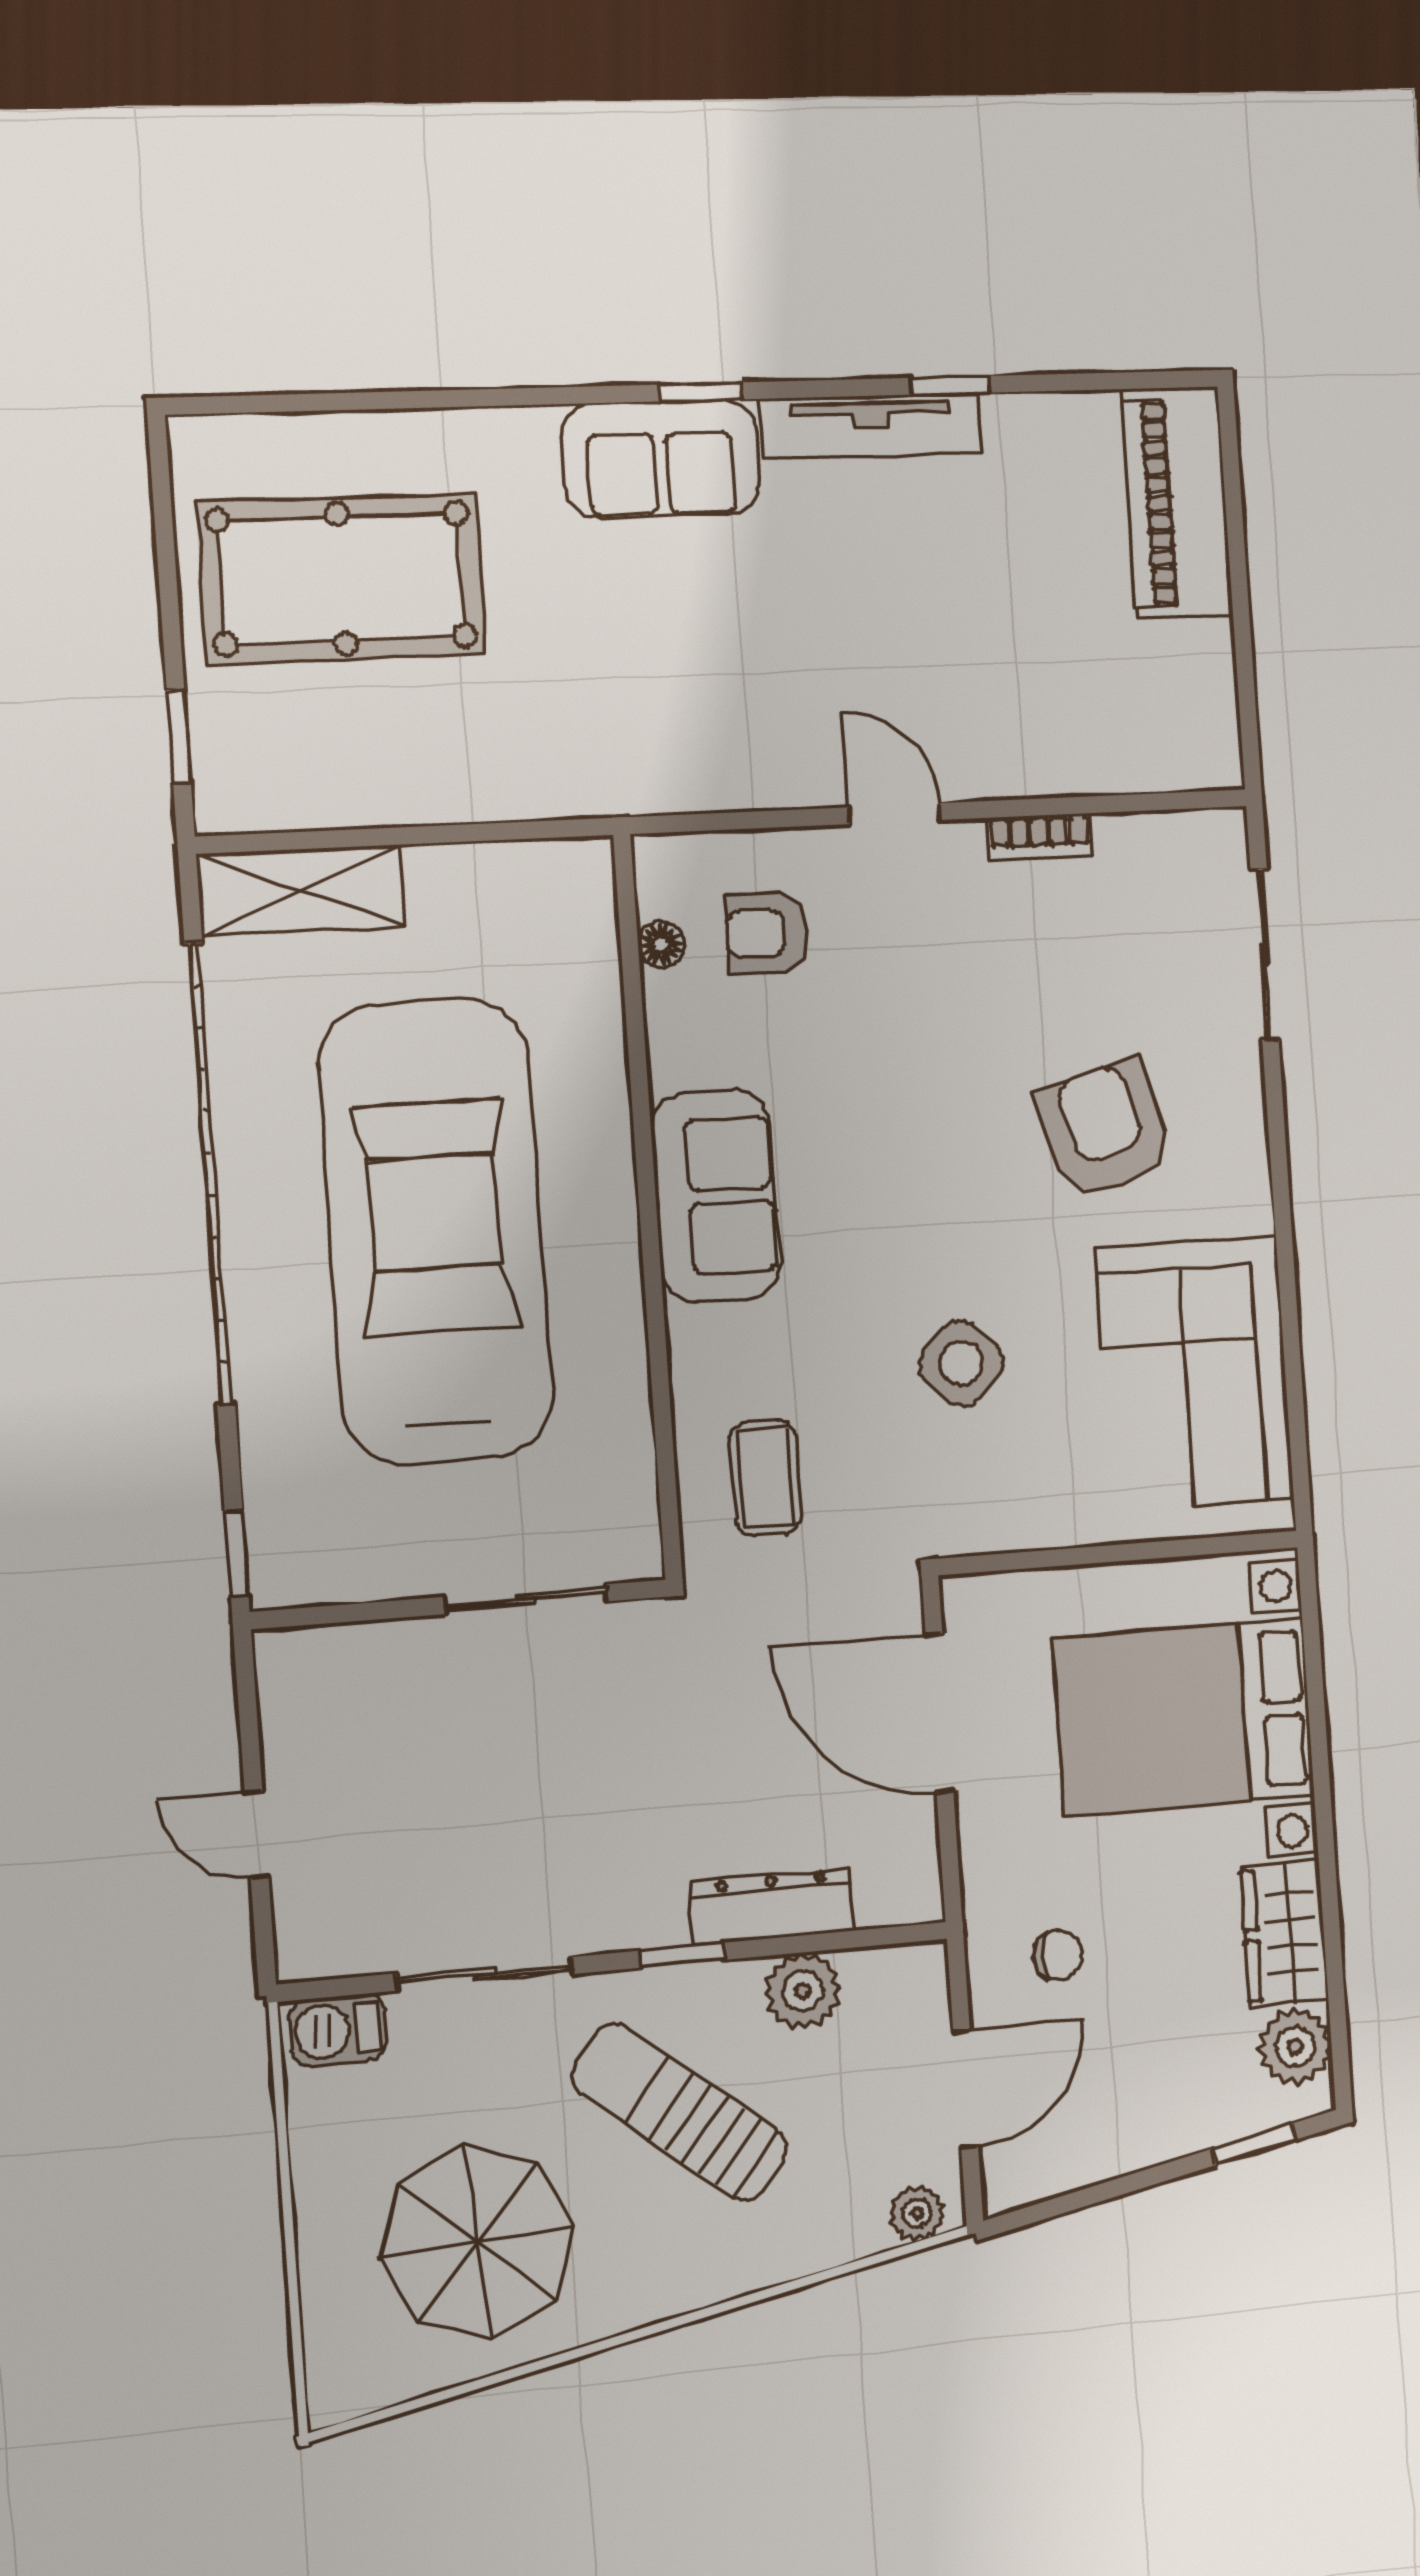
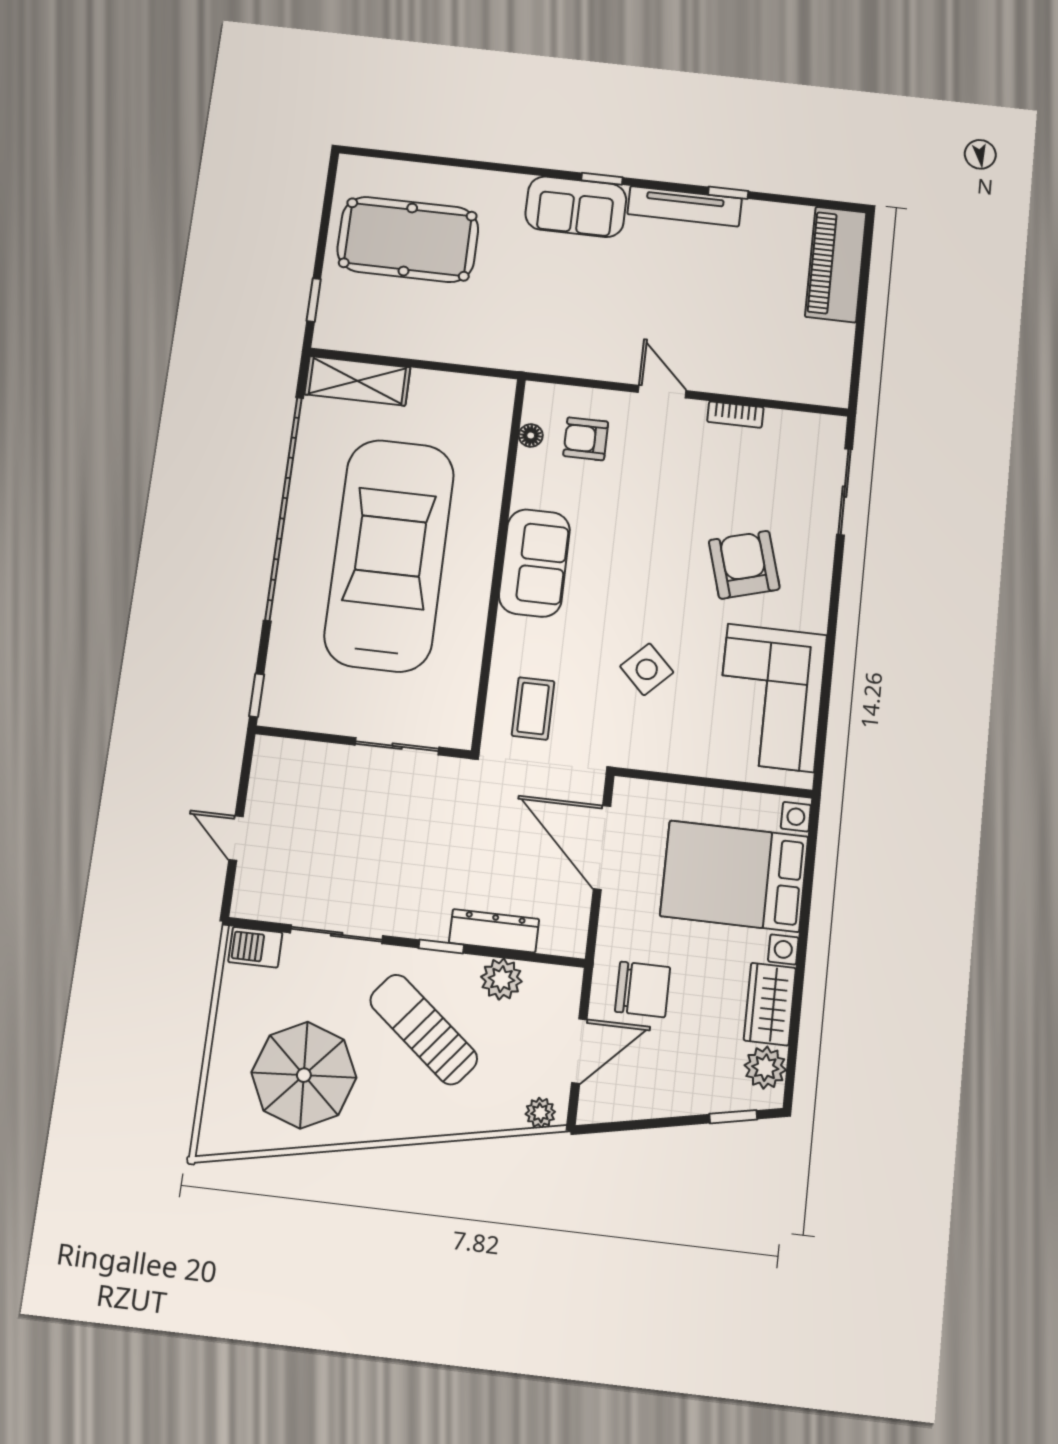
chair: (1058, 1955) -> (643, 989), width x1.87, depth x1.87

